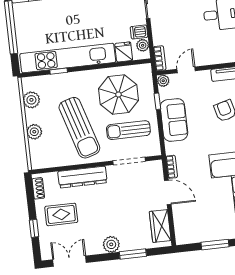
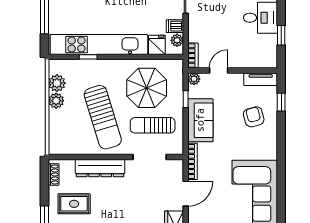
plant: (34, 132) -> (56, 101), moved
bookcase: (172, 167) -> (193, 161), width x1.56
door: (168, 192) -> (186, 194), hinge flipped

